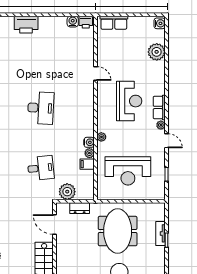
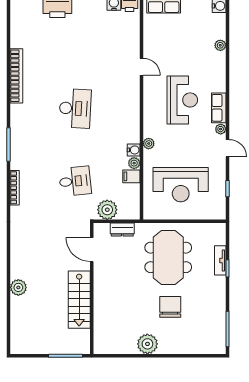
plant: (157, 52) -> (220, 45), width x0.53, depth x0.53

